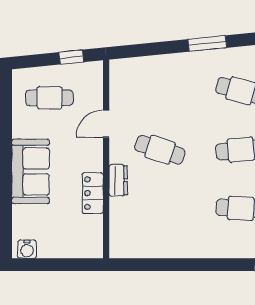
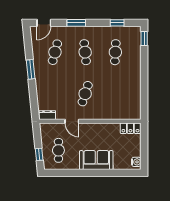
window: (71, 57) -> (39, 154), moved
dresser: (118, 180) -> (47, 115), moved
locker: (93, 193) -> (130, 128), moved

